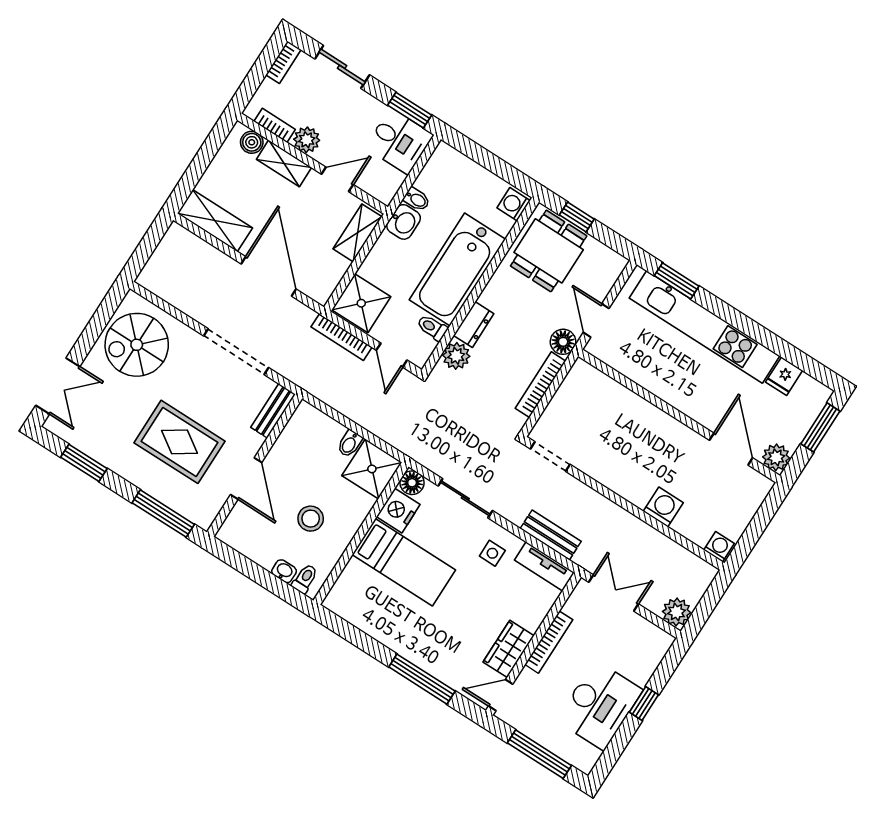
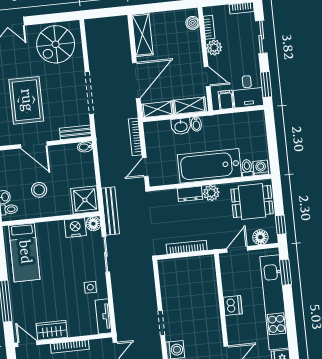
shelving: (284, 163) -> (157, 109), moved, turned 90
filing cabinet: (388, 179) -> (226, 100), added
bidet: (417, 199) -> (196, 124), moved
window: (577, 217) -> (281, 225), moved
washbasin: (404, 222) -> (181, 126), moved
shower: (361, 303) -> (158, 134), removed
toilet: (432, 328) -> (247, 168), moved
floor lamp: (563, 342) -> (260, 237), moved
spiral stairs: (137, 345) -> (56, 44), turned -90
plant: (456, 356) -> (211, 193), moved
dishwasher: (665, 385) -> (233, 306), added
bidet: (350, 444) -> (85, 147), moved
doorway: (550, 457) -> (161, 323), moved
door: (246, 479) -> (34, 145), hinge flipped
bench: (551, 535) -> (110, 211), moved, width x1.36
bed: (404, 562) -> (24, 252), moved

